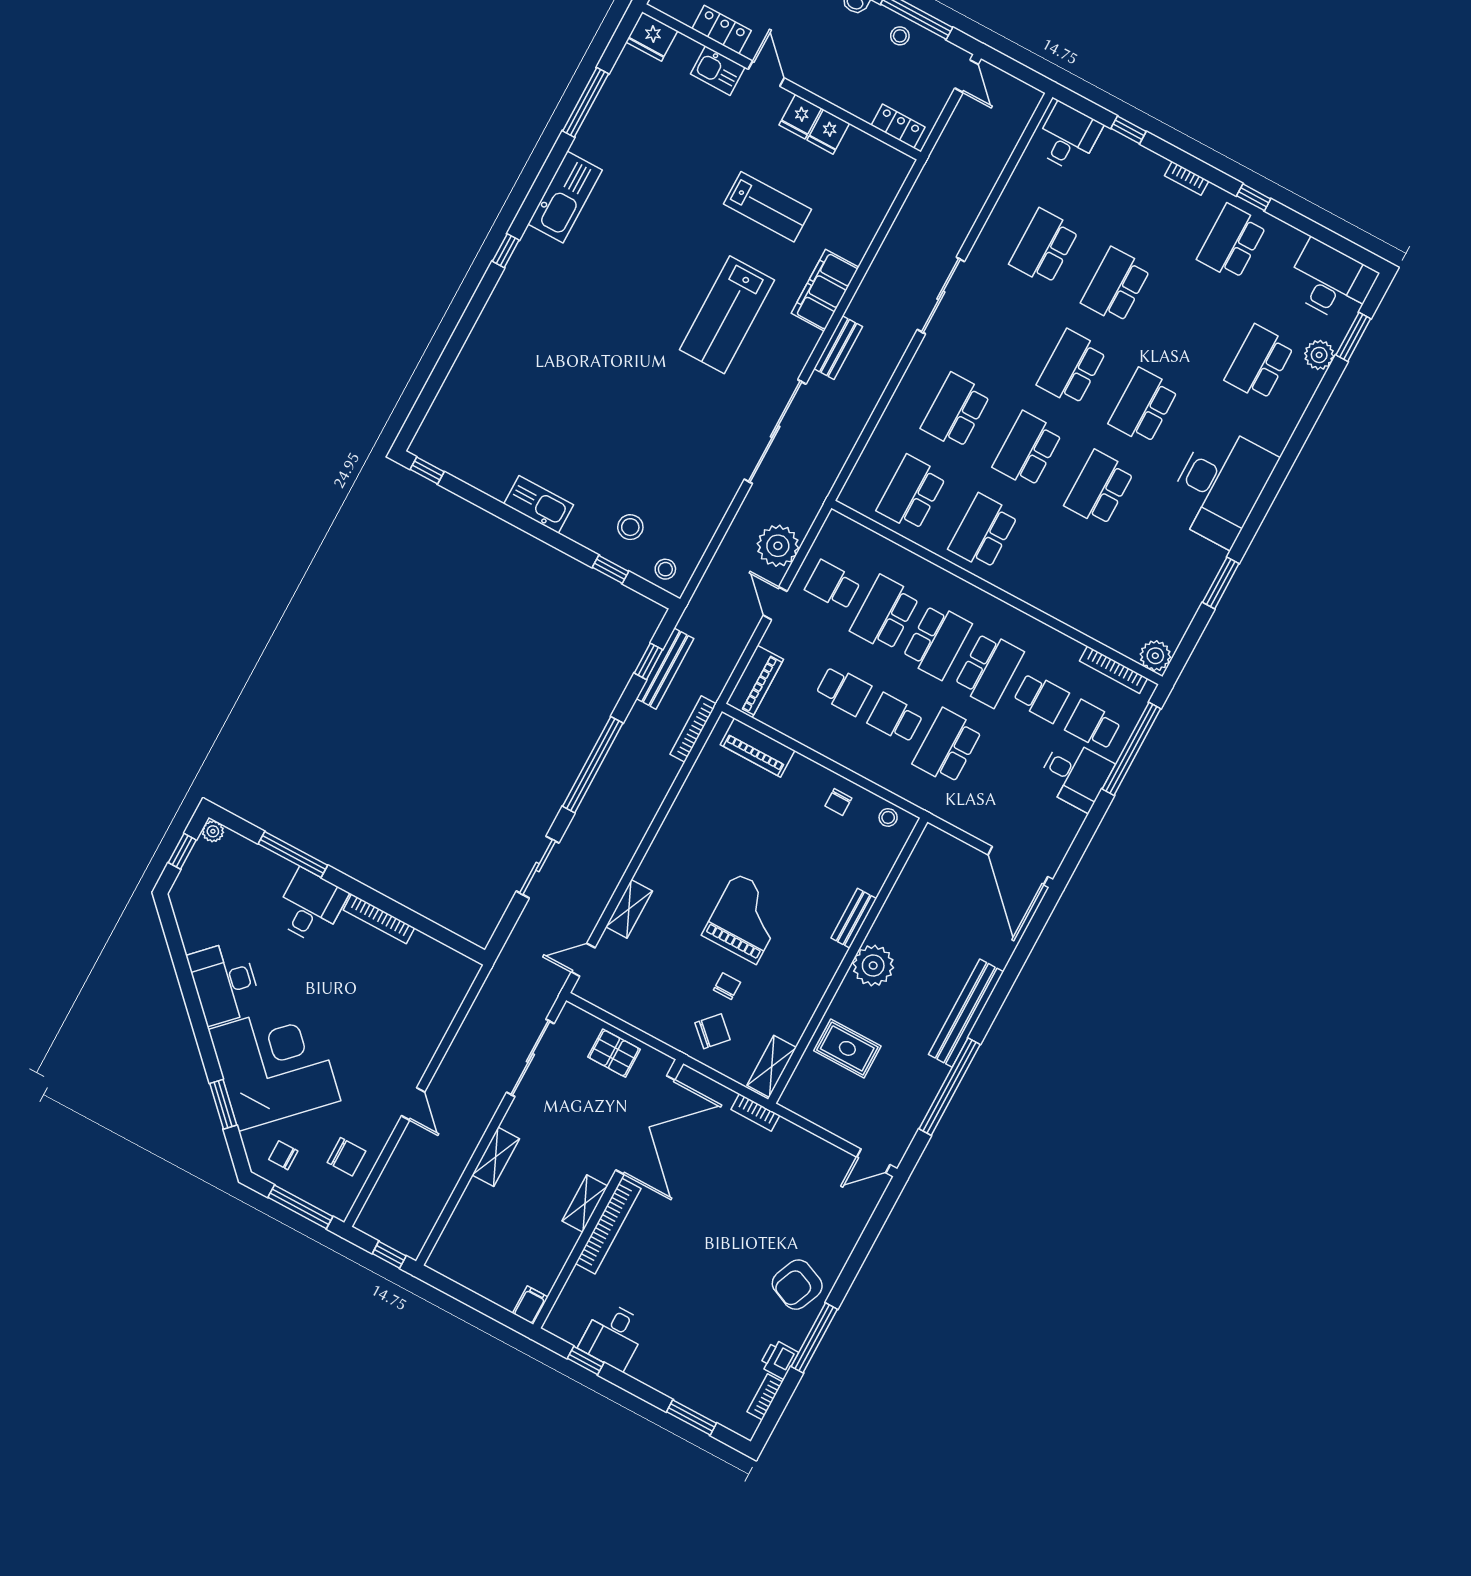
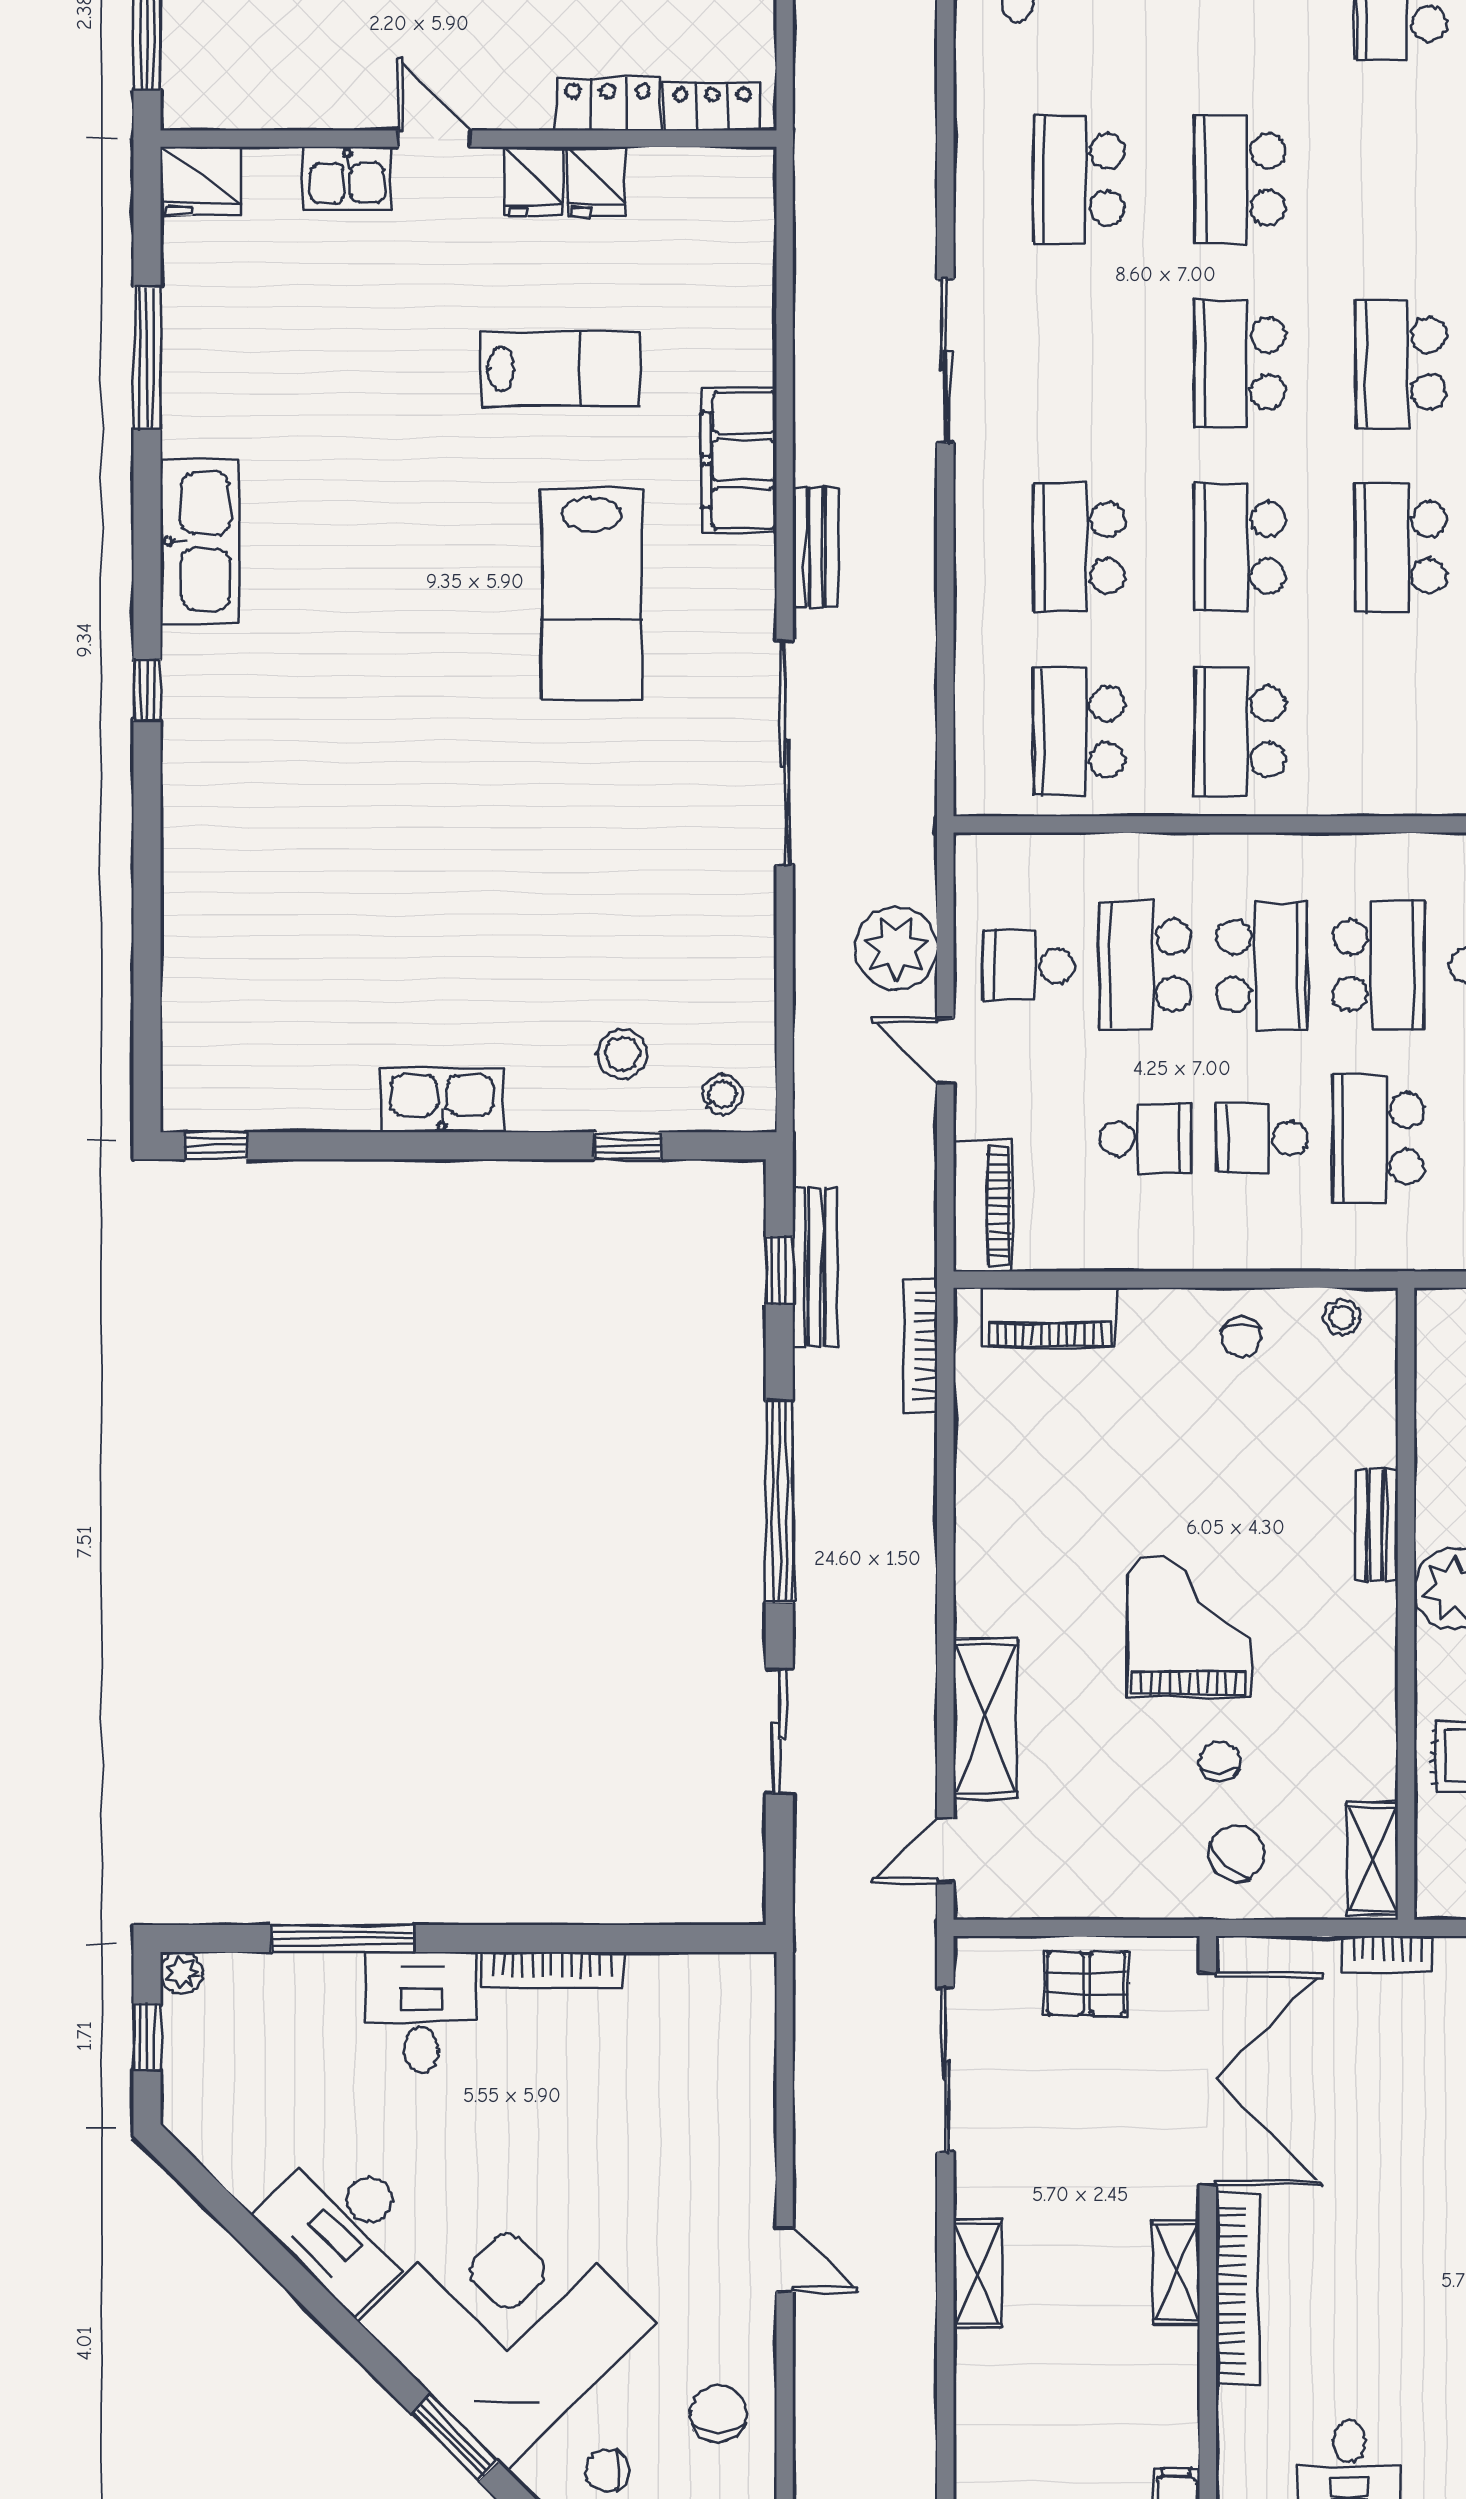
locker: (722, 30) -> (608, 104), moved
shelving: (629, 909) -> (985, 1718), width x1.50, depth x1.33
chair: (346, 1157) -> (718, 2414), turned -90

